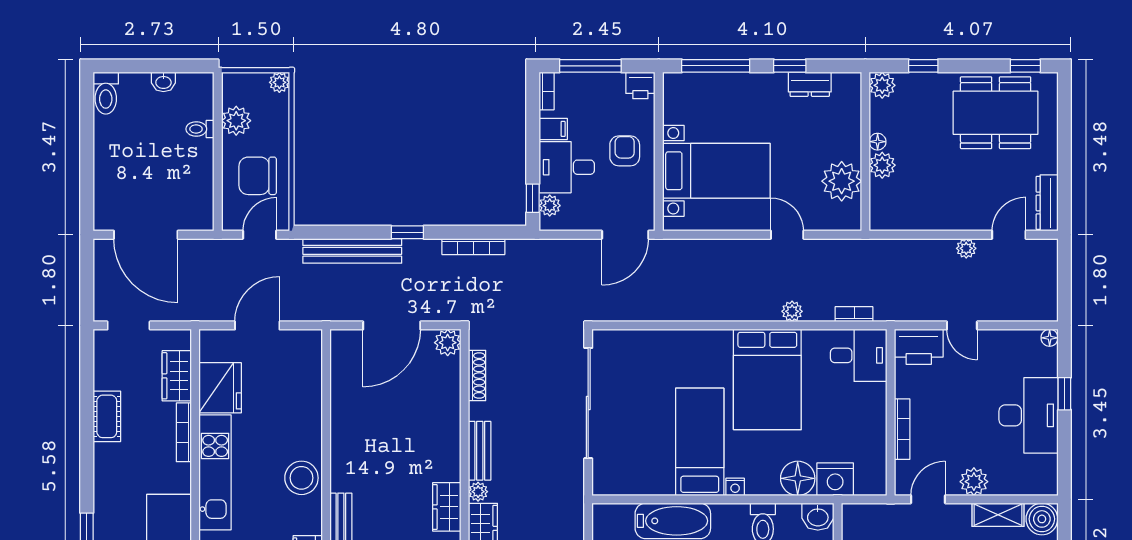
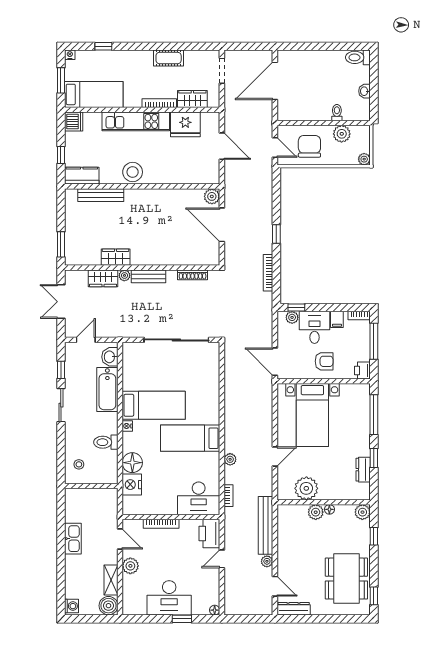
bench: (352, 251) -> (266, 525), moved
plant: (448, 343) -> (212, 196), moved
desk: (859, 355) -> (199, 498), width x1.37
bed: (767, 379) -> (190, 438), width x0.67
washbasin: (818, 517) -> (110, 357), moved

